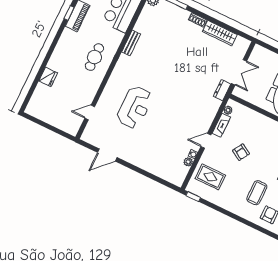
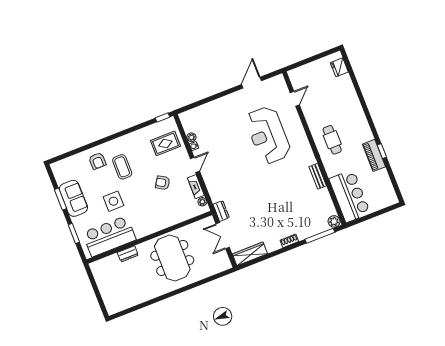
wardrobe: (220, 33) -> (250, 254), moved
fridge: (48, 77) -> (339, 67), moved
reception desk: (135, 107) -> (268, 135), width x1.36, depth x1.30

